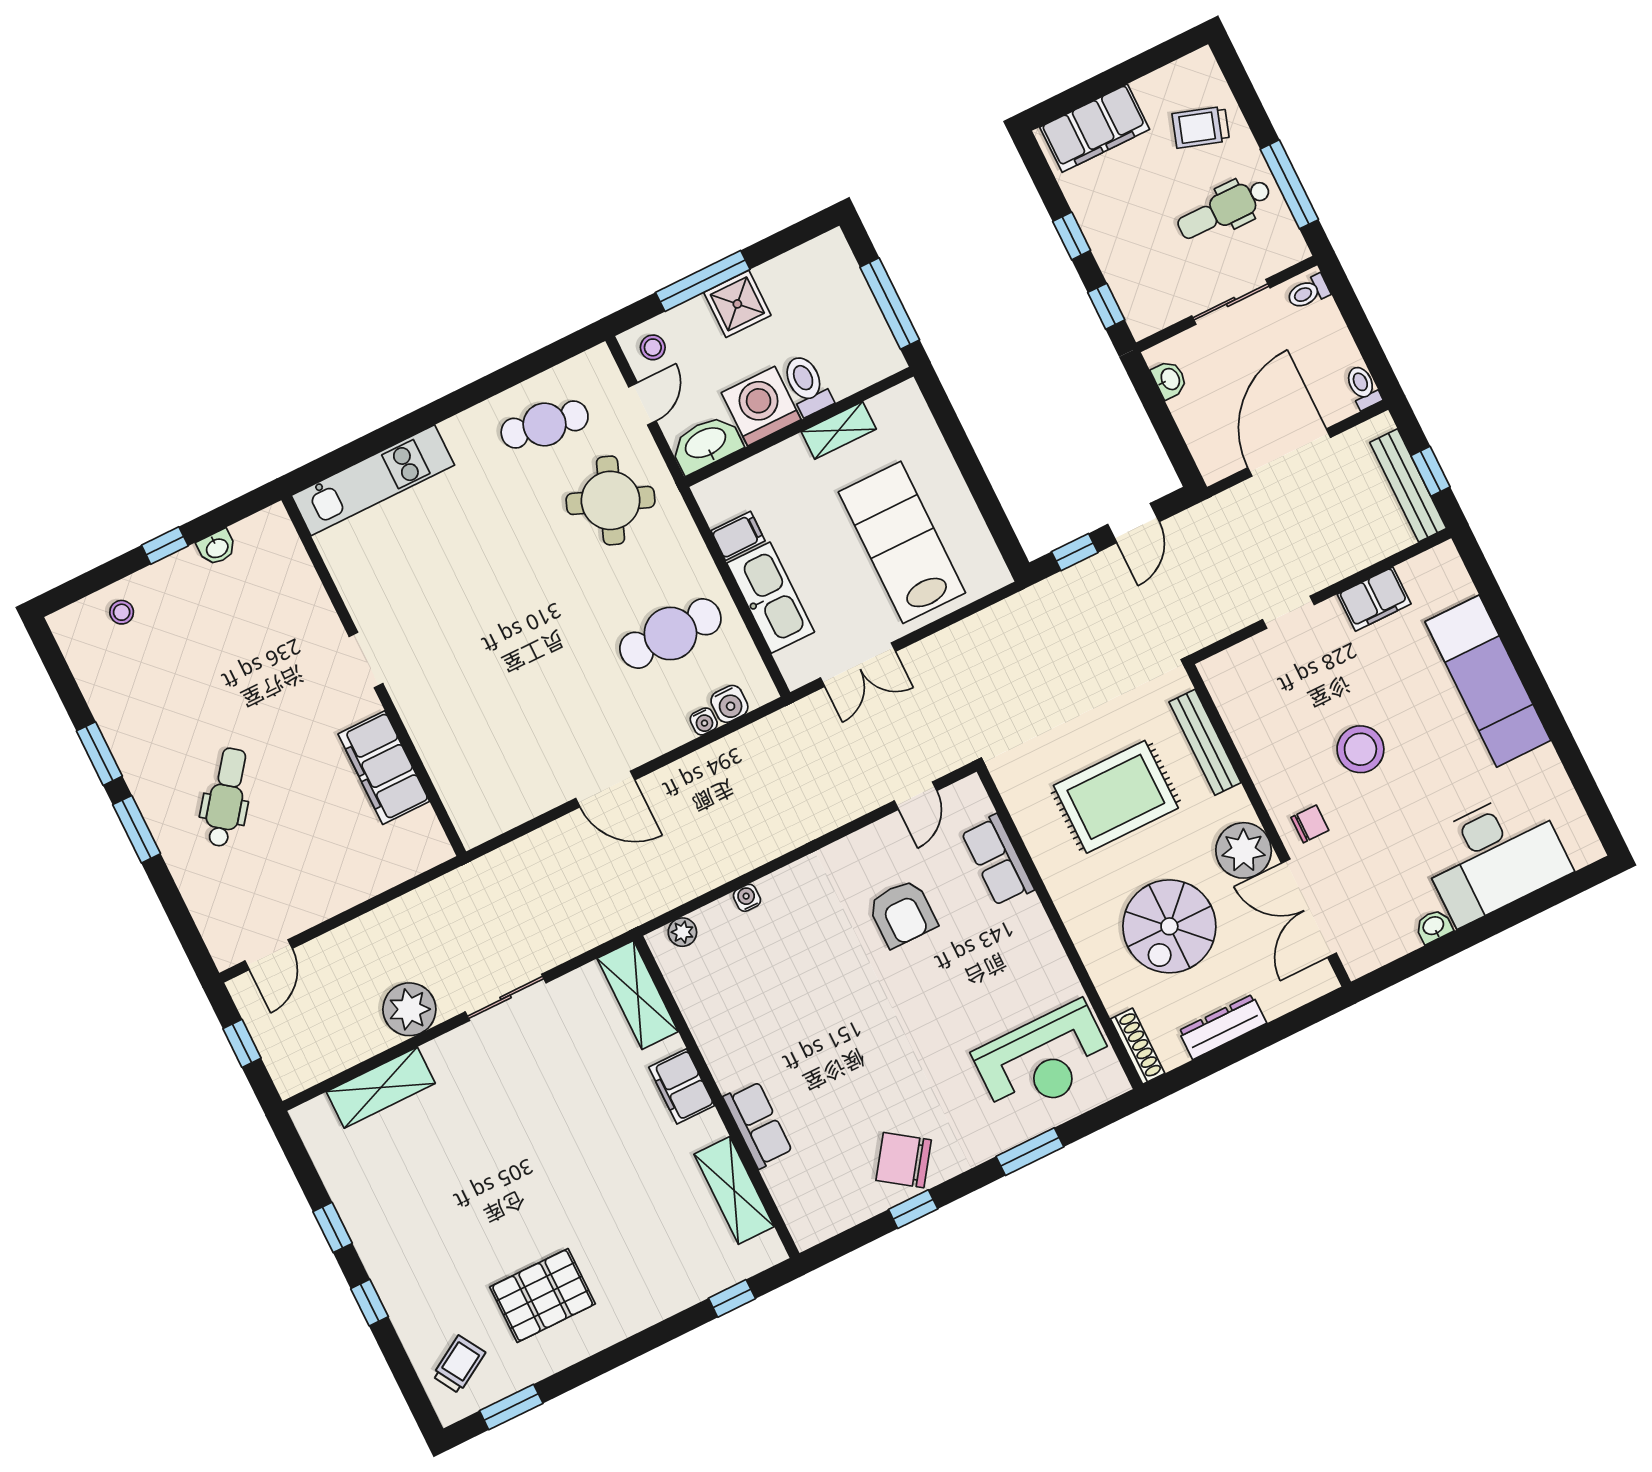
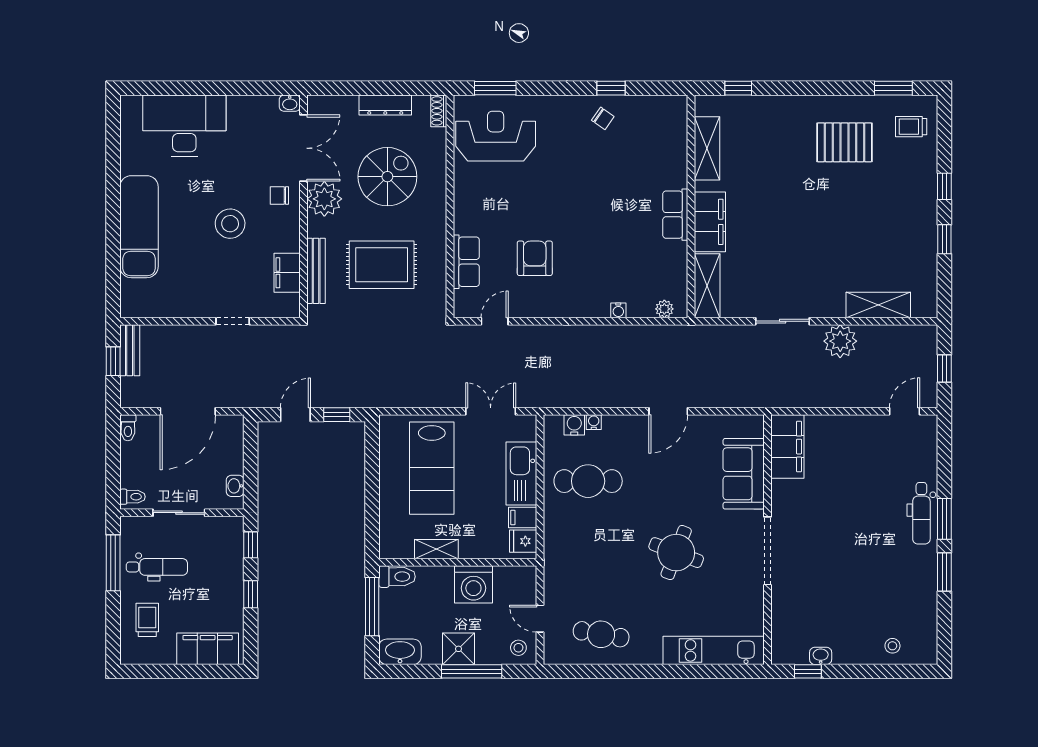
trolley: (1201, 127) -> (147, 620), turned -108
toilet: (807, 385) -> (397, 577), moved, turned -90
door: (642, 404) -> (540, 619), hinge flipped
washbasin: (706, 444) -> (400, 652), moved, turned 180
bench: (1408, 485) -> (130, 350), width x0.73
round table: (611, 500) -> (676, 553), moved
fridge: (721, 503) -> (523, 541), added
window: (165, 546) -> (808, 671), moved
filing cabinet: (1374, 599) -> (287, 273), moved, turned -90
doorway: (366, 660) -> (768, 551), width x1.87
sofa: (454, 753) -> (744, 474), added
filing cabinet: (384, 768) -> (787, 447), moved
door: (605, 789) -> (668, 411), swing flipped
dental chair: (226, 797) -> (921, 513), moved, turned -37
washbasin: (1434, 926) -> (290, 103), moved
shoe rack: (1138, 1046) -> (439, 111), width x0.70
filing cabinet: (682, 1086) -> (710, 222), width x1.50, depth x1.17
row of seats: (758, 1125) -> (675, 215), moved
window: (1030, 1152) -> (495, 88), moved
chair: (904, 1160) -> (603, 118), width x0.54, depth x0.54
trolley: (459, 1364) -> (911, 127), turned 31

